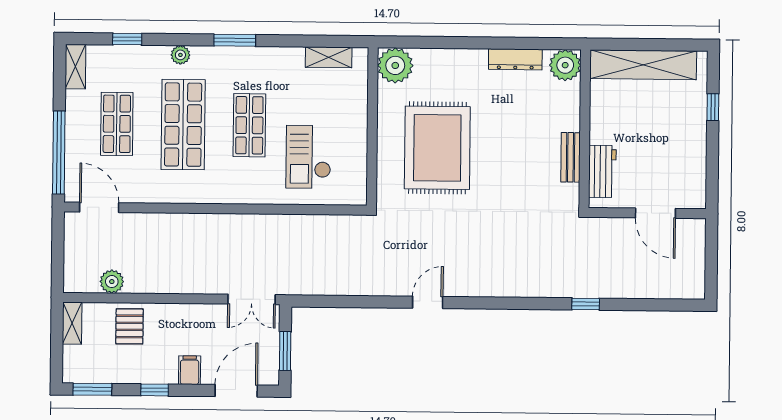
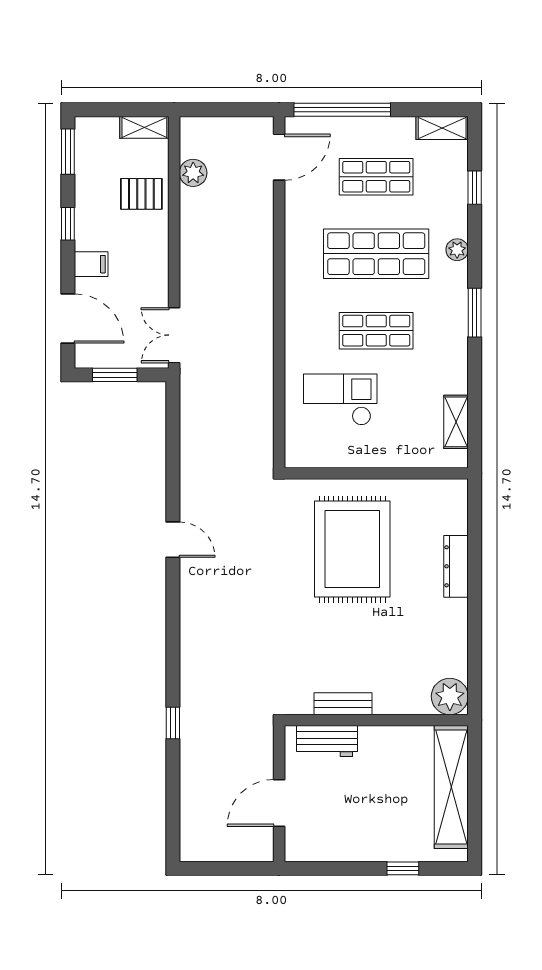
dresser: (515, 59) -> (456, 566), moved
plant: (395, 65) -> (447, 499), removed
rug: (437, 148) -> (352, 549), turned 90

